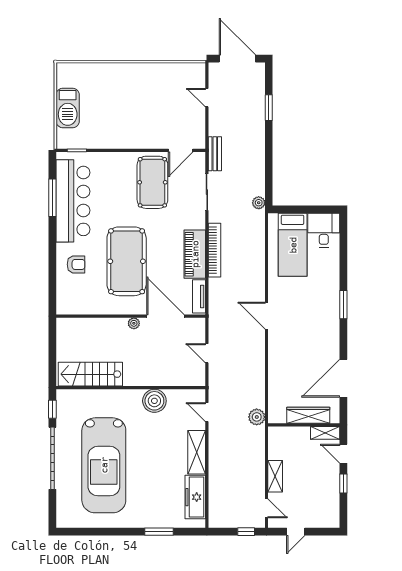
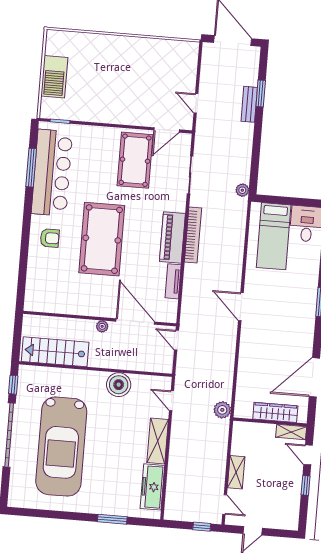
door: (207, 98) -> (196, 103), moved
bench: (215, 154) -> (249, 104), moved
wall: (131, 316) -> (100, 319), moved
door: (165, 316) -> (135, 322), moved
plant: (134, 323) -> (102, 326), moved

